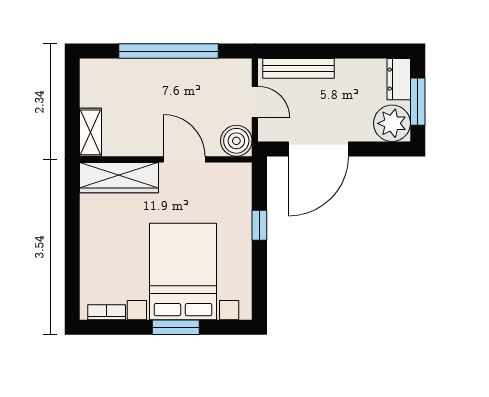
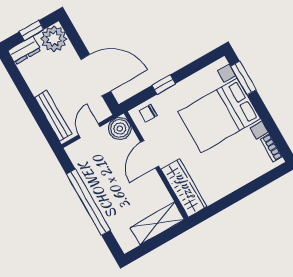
window: (418, 102) -> (32, 31), width x0.67
shelving: (91, 132) -> (157, 223), width x1.50, depth x1.33
chair: (235, 186) -> (148, 113), added
window: (176, 327) -> (243, 78), moved

